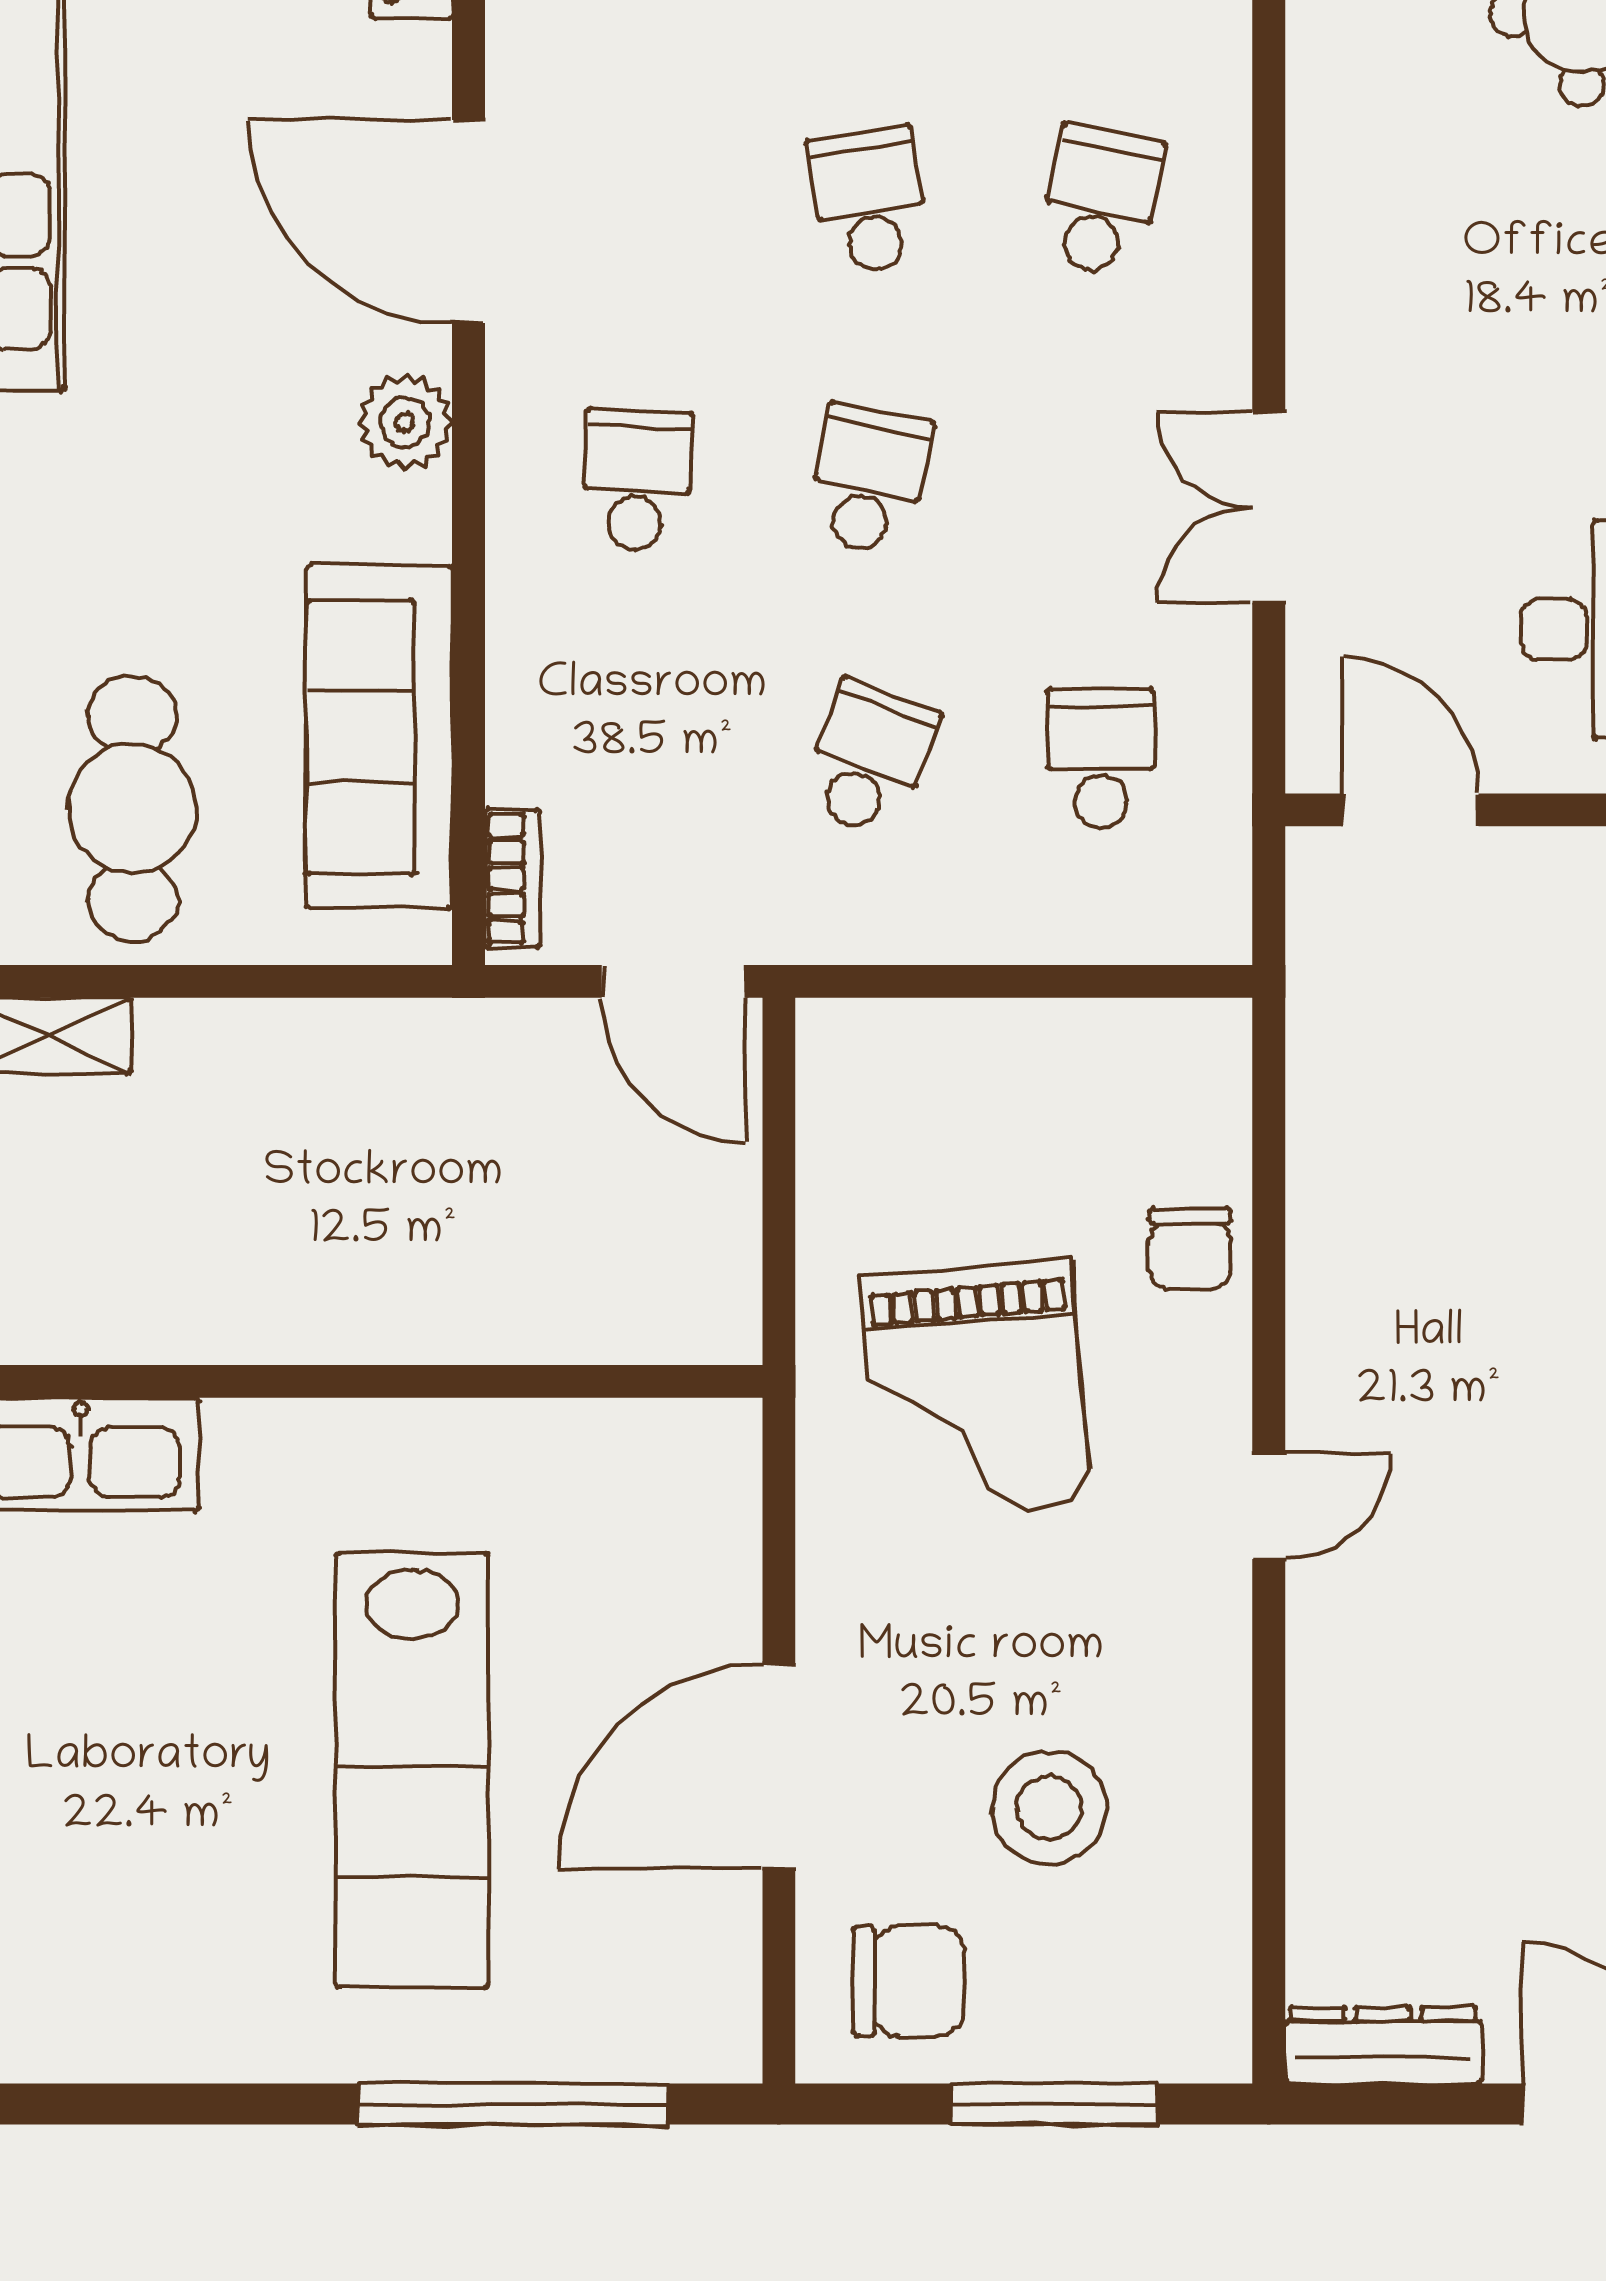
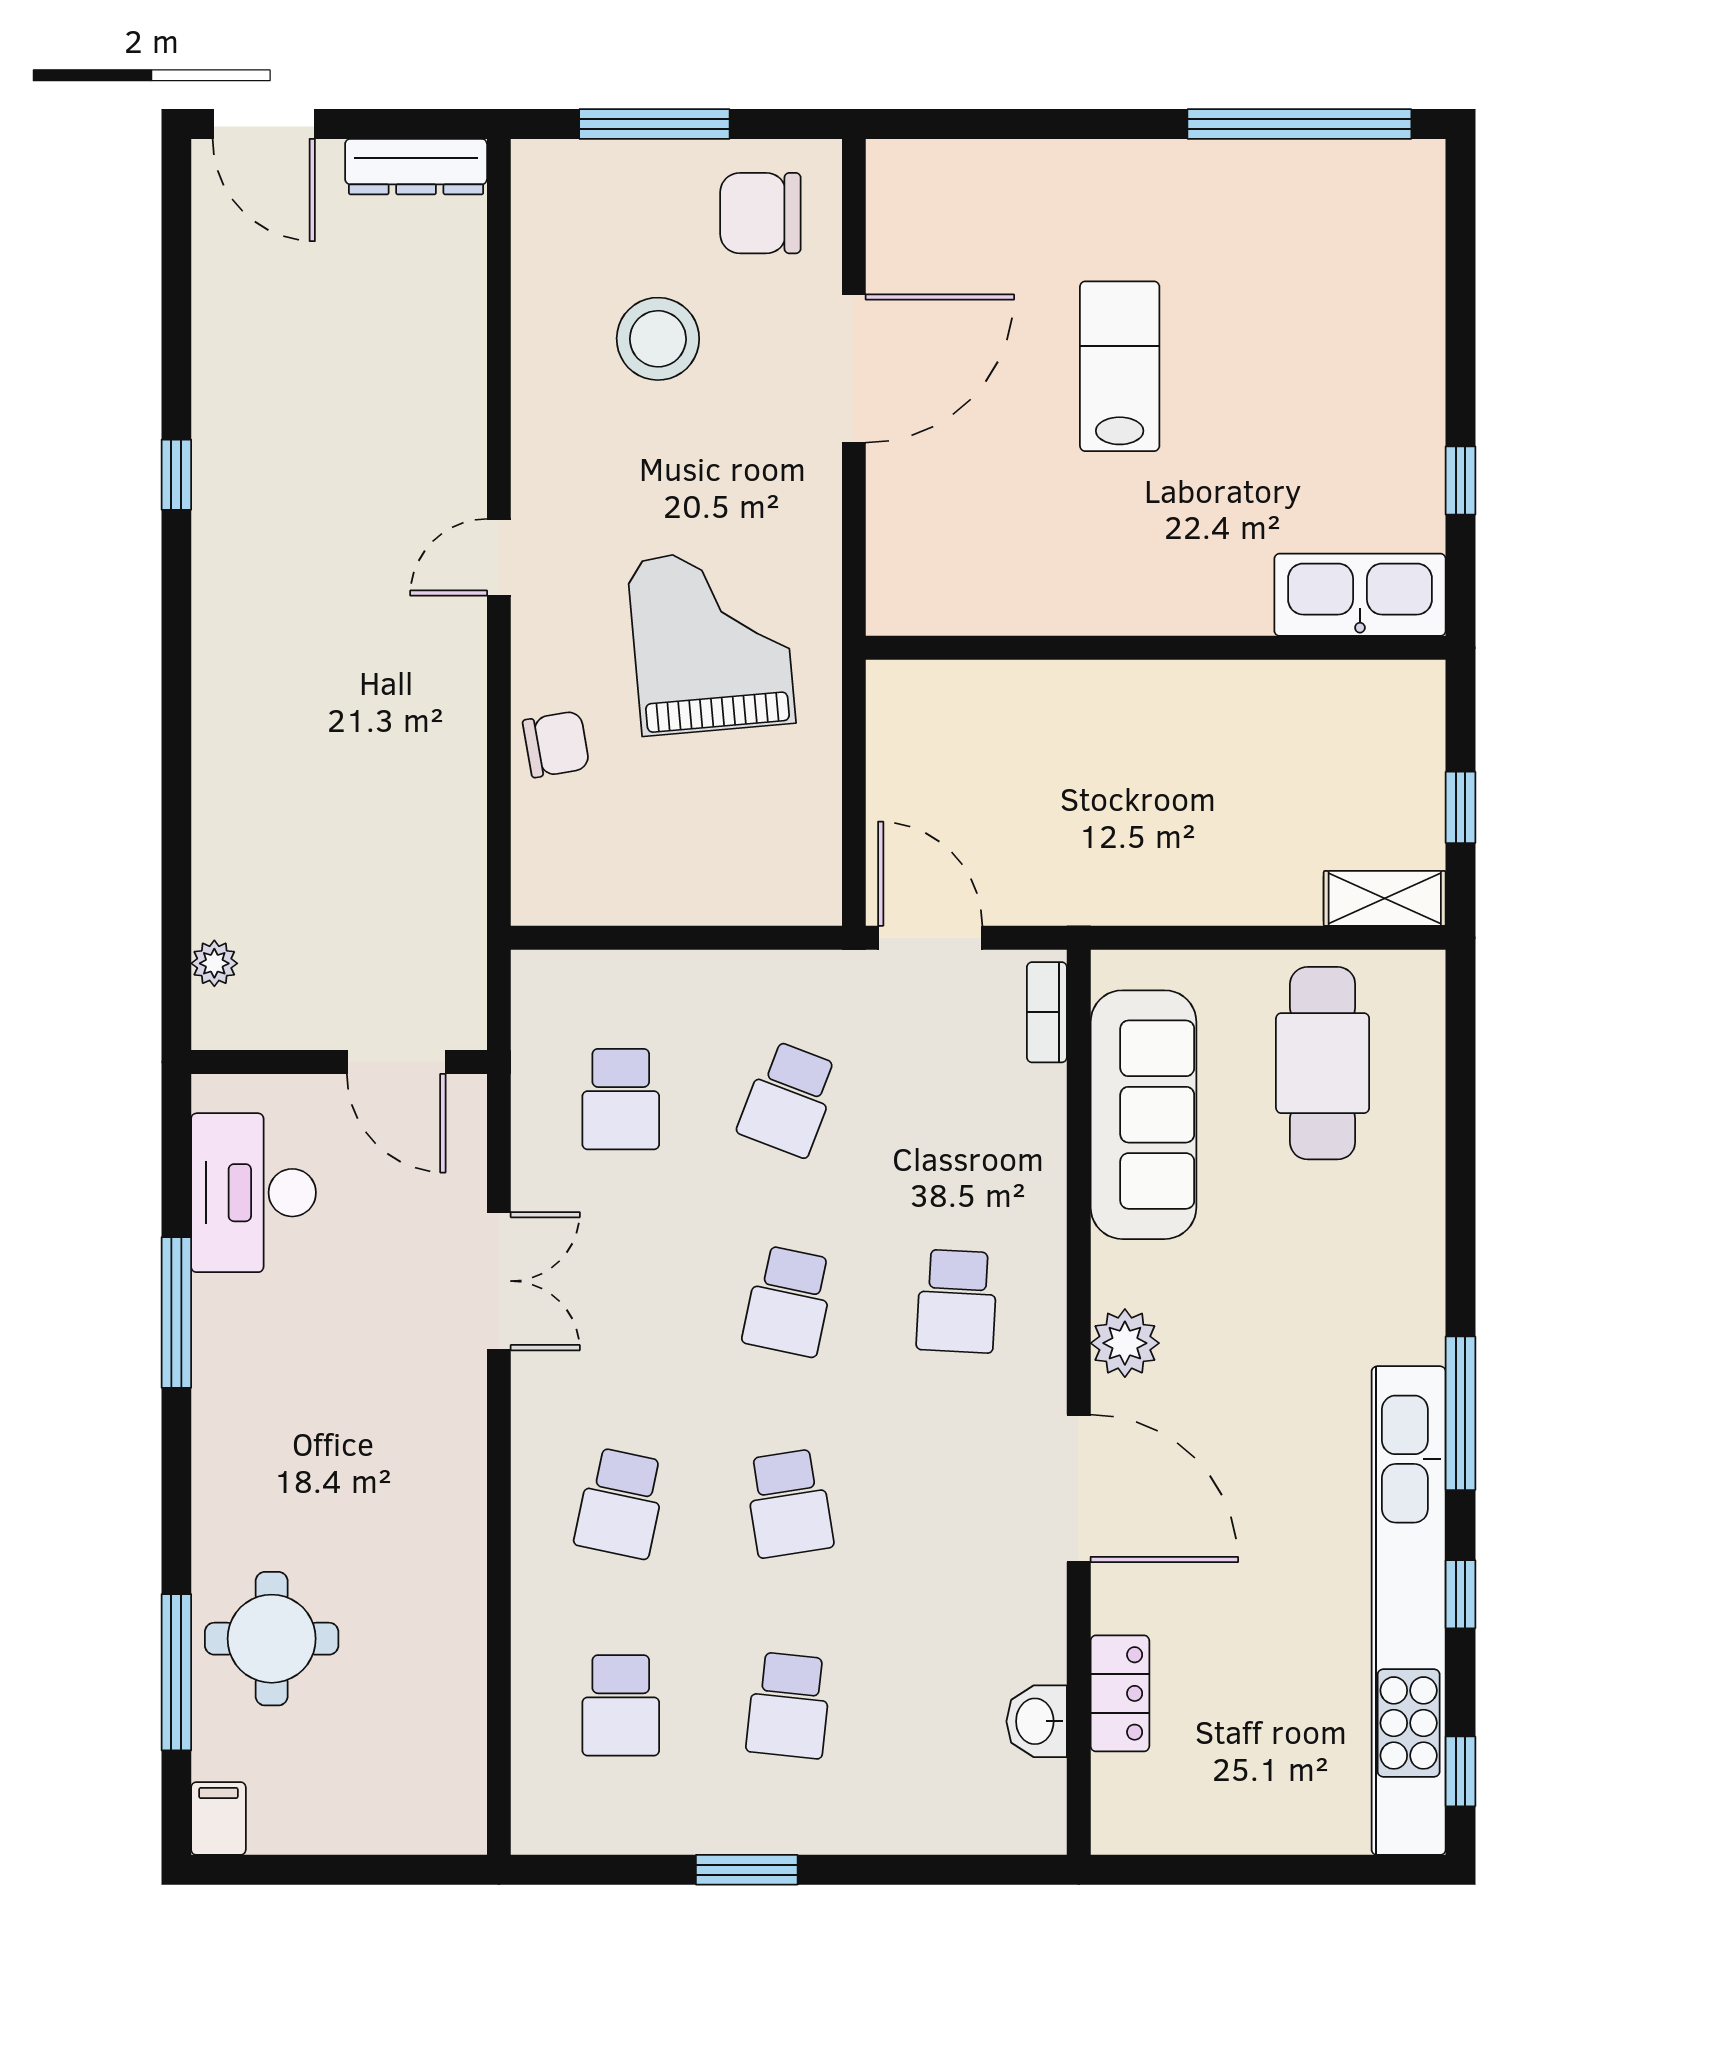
chair: (1190, 1248) -> (556, 744), turned 80
lab bench: (412, 1770) -> (1120, 366), width x0.54, depth x0.72
window: (513, 2104) -> (1299, 124), moved

